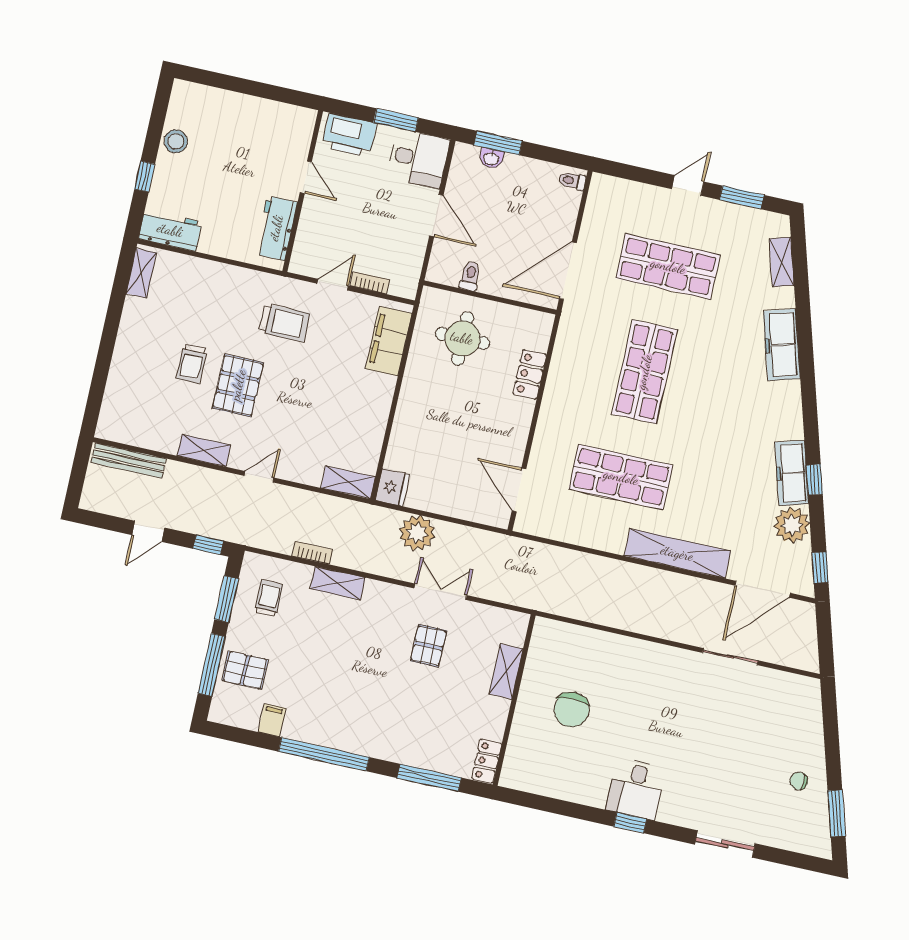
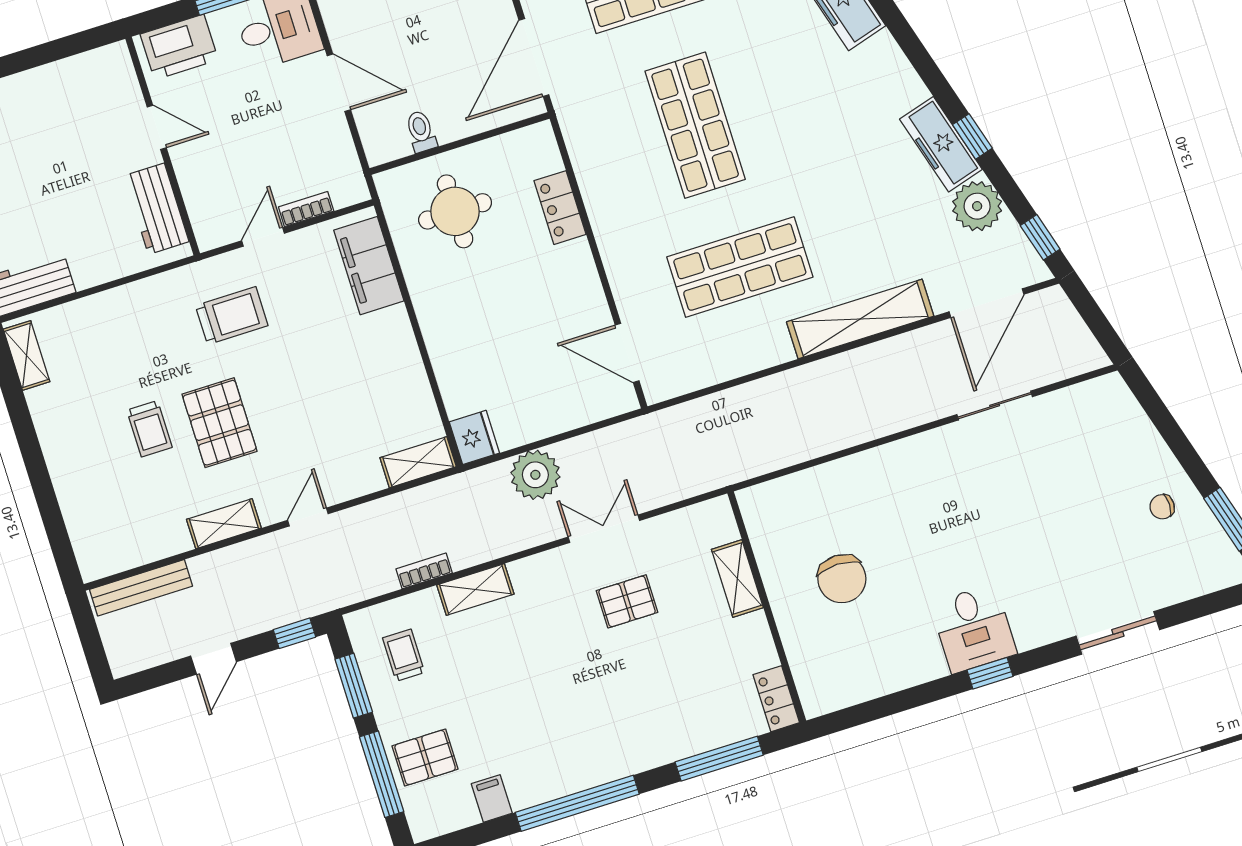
pallet: (429, 646) -> (627, 601), turned 90

